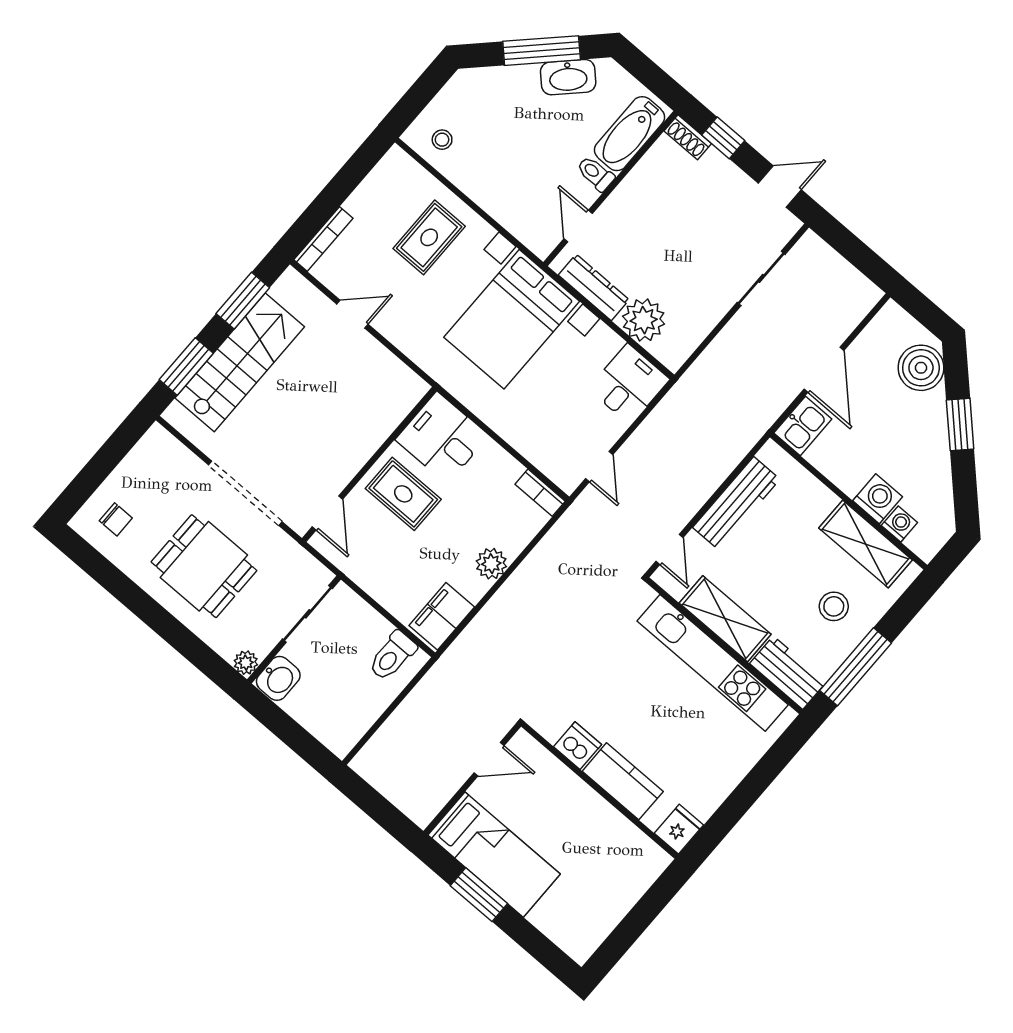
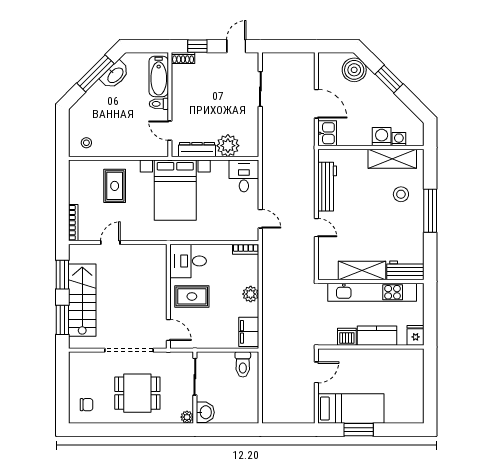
shelving: (725, 619) -> (362, 270), moved
wall: (724, 646) -> (371, 282), moved
kitchen unit: (713, 663) -> (372, 292), moved
workbench: (788, 673) -> (405, 270), moved

